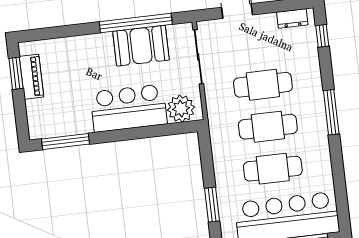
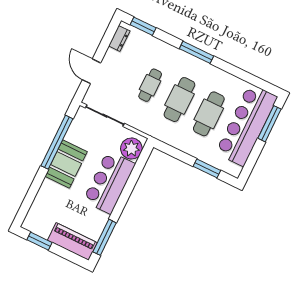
window: (322, 36) -> (143, 26), width x1.50
booth: (141, 46) -> (66, 164), moved
piano: (32, 77) -> (72, 241), moved, width x1.37, depth x1.33
cafe table: (263, 85) -> (150, 85), width x0.73, depth x0.74

